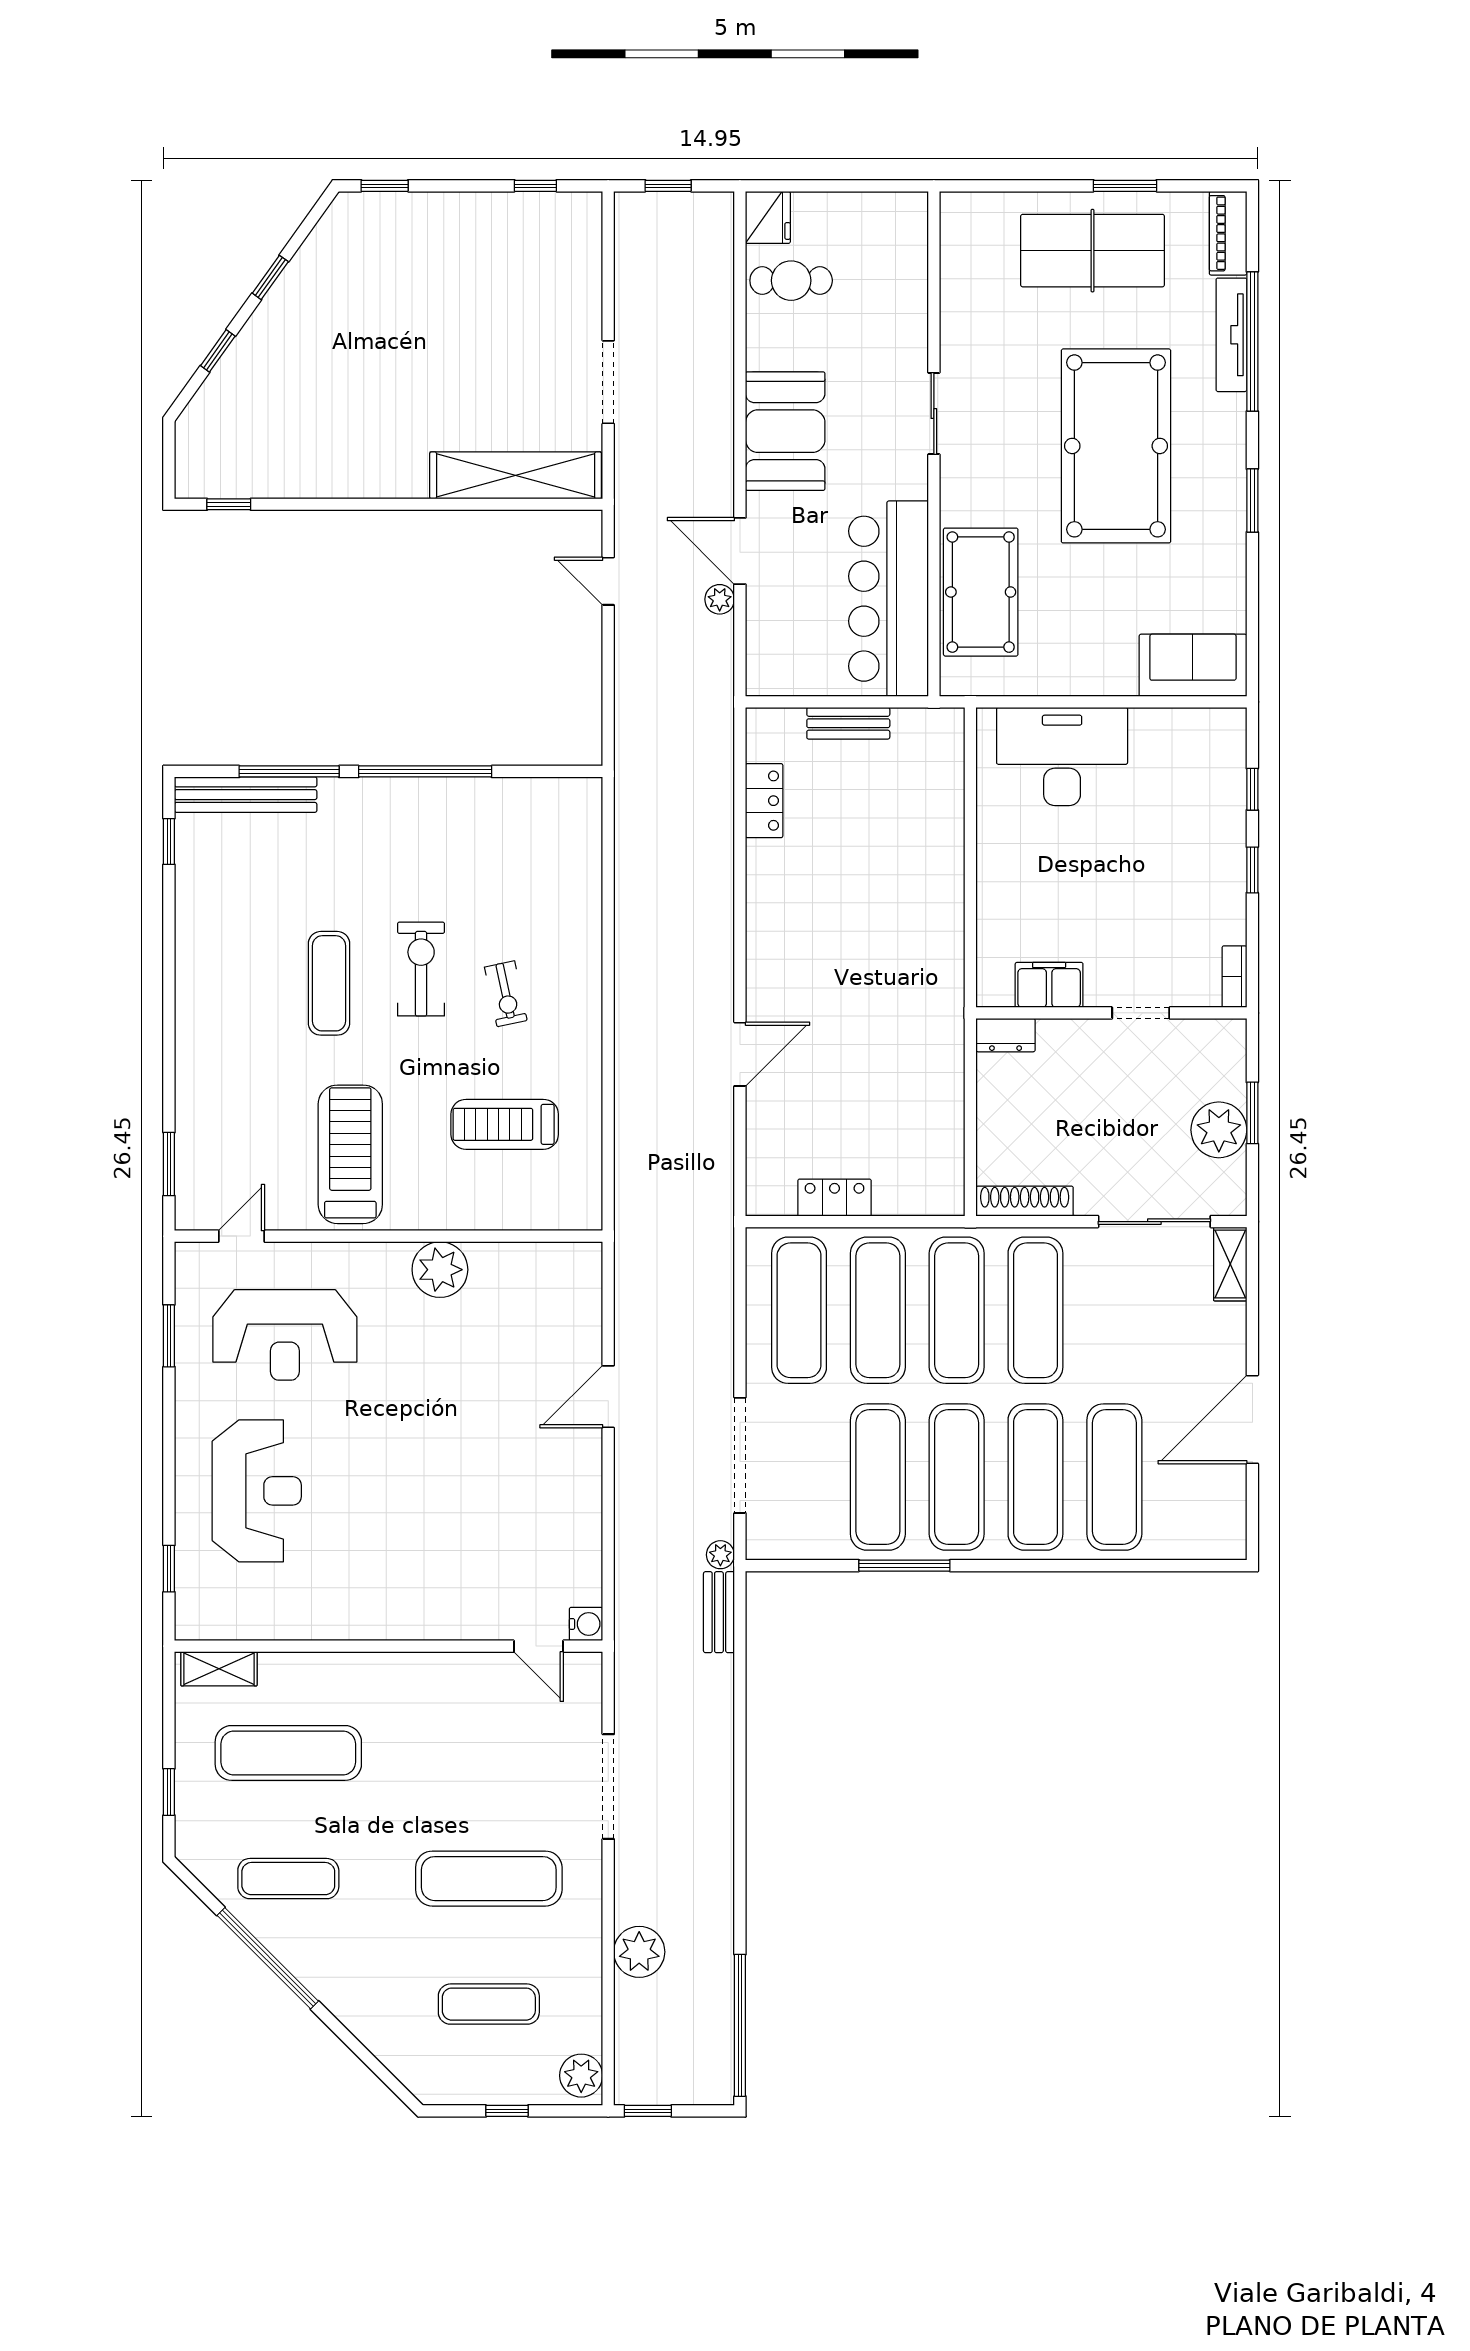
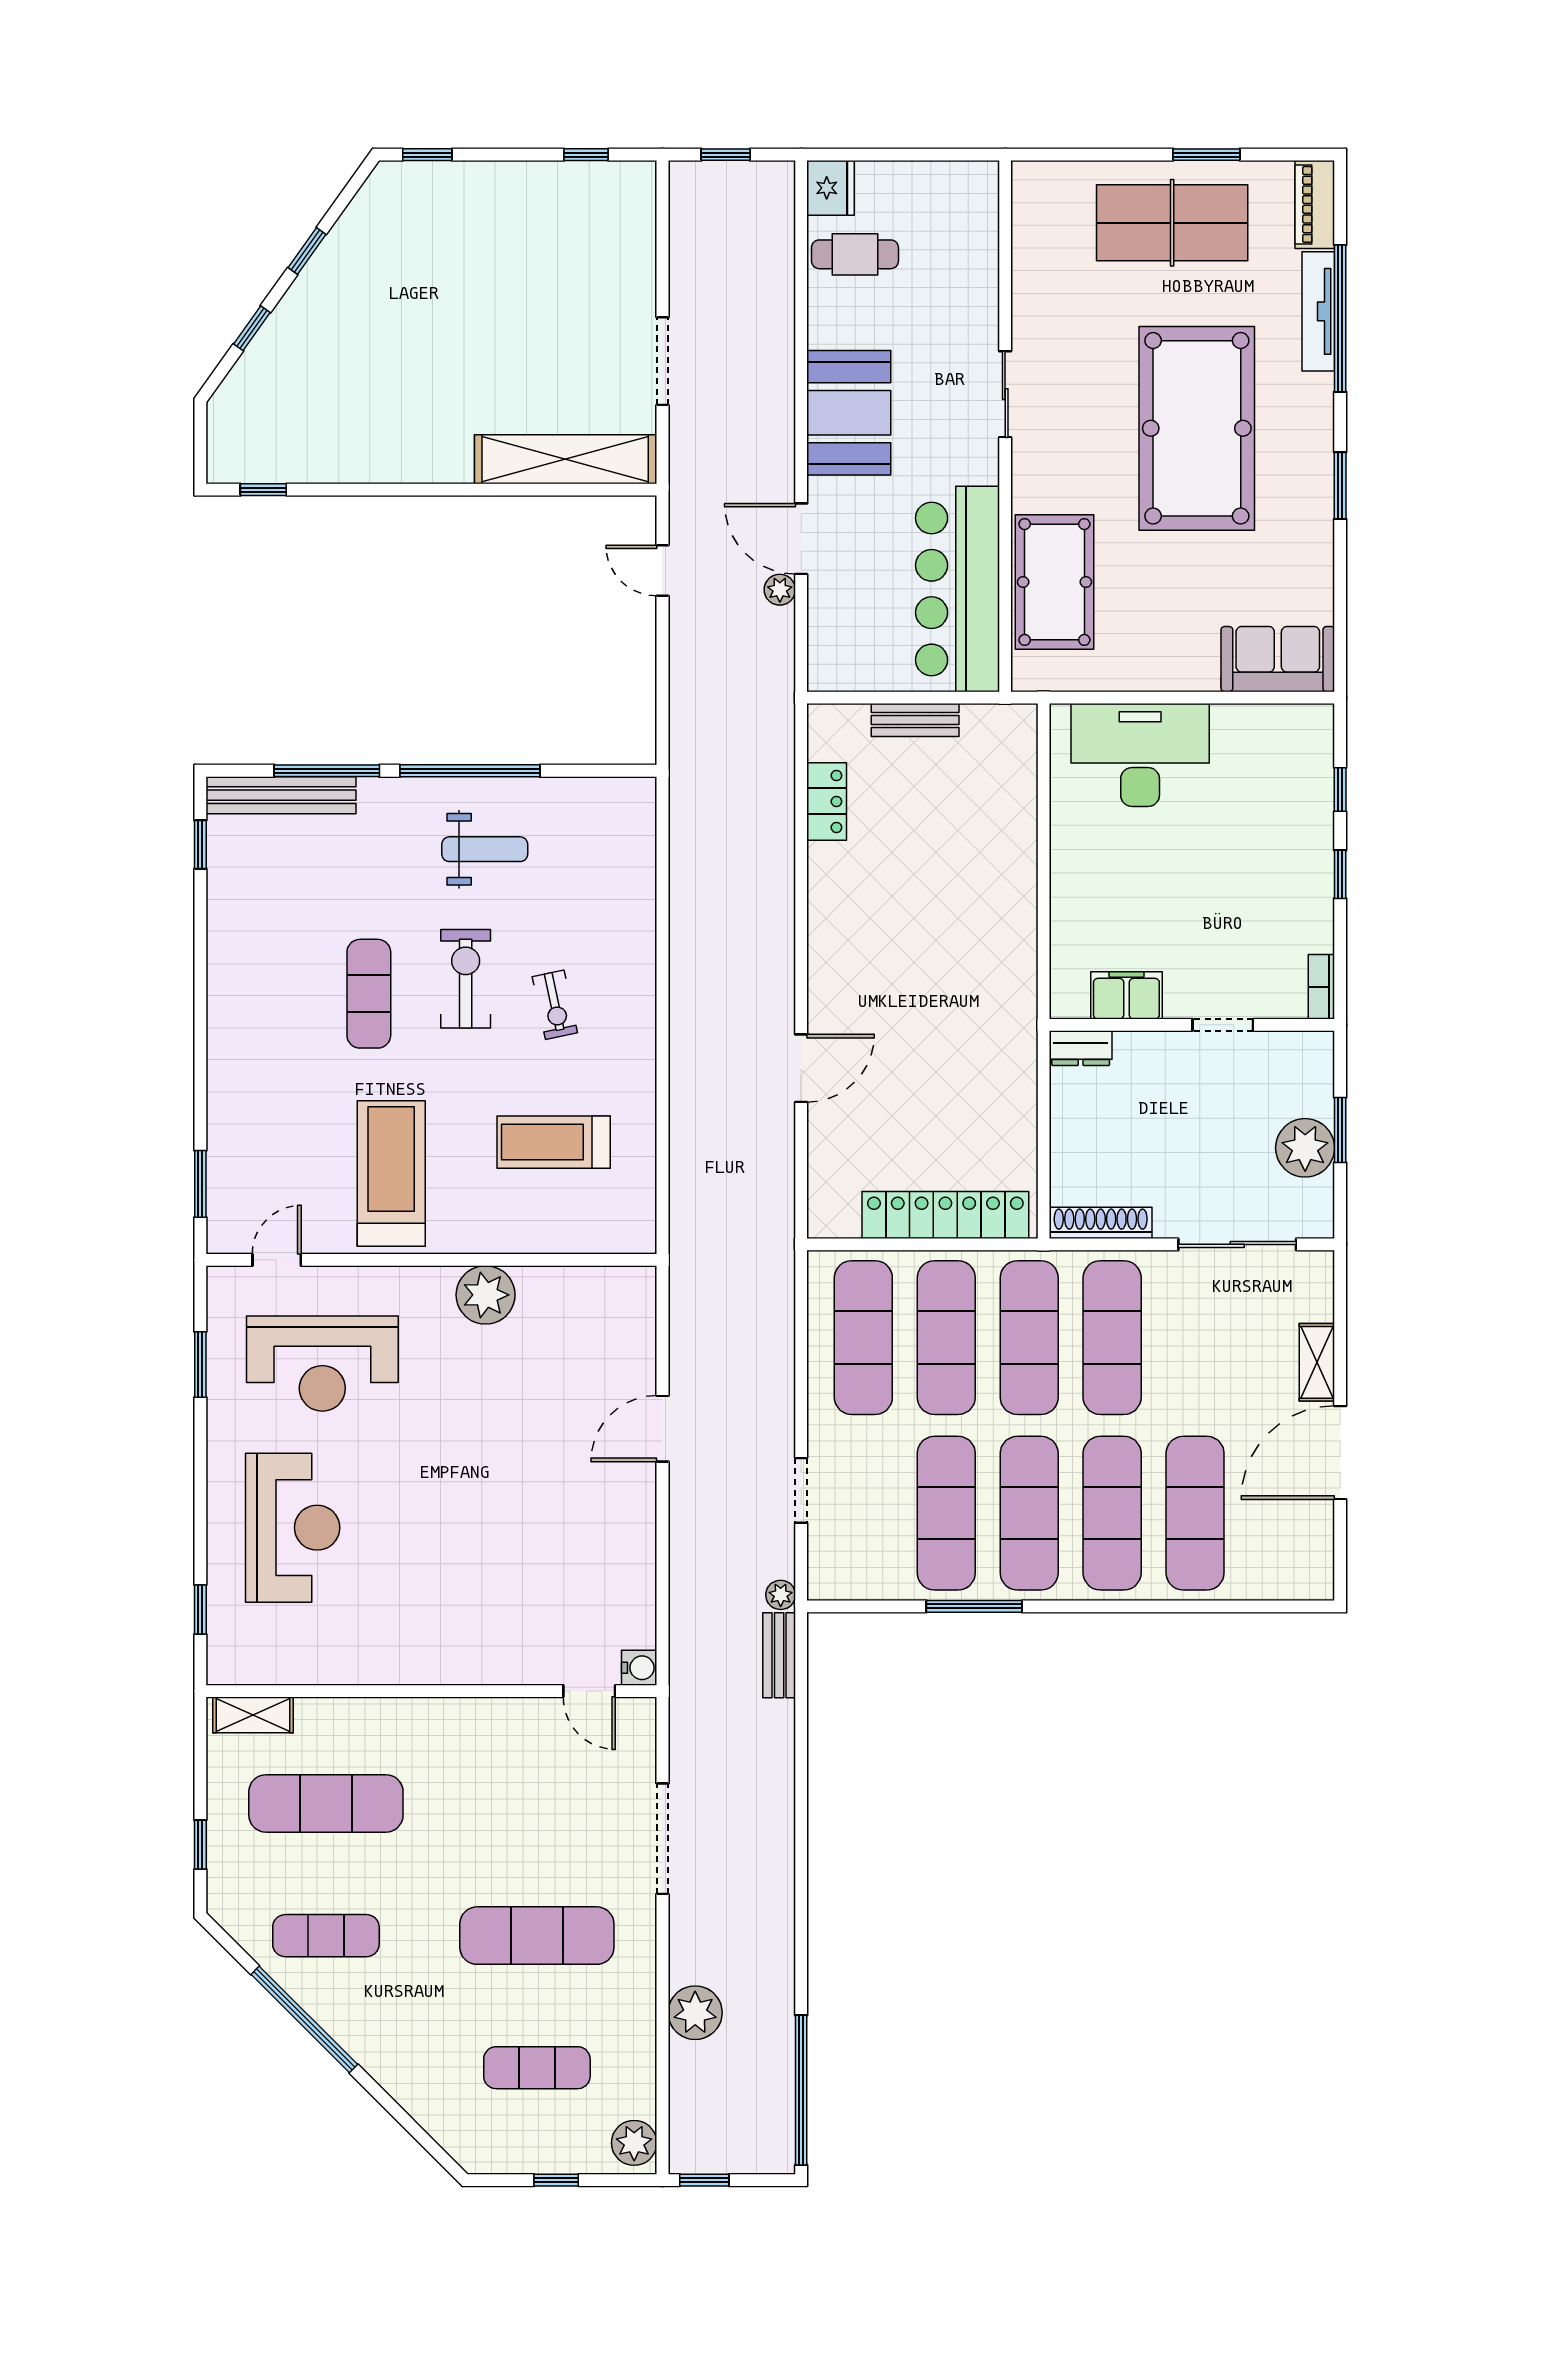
weight bench: (439, 846) -> (485, 849), added
locker: (835, 1198) -> (945, 1215), width x2.16, depth x1.21
shelving: (1230, 1264) -> (1317, 1362), moved
doorway: (740, 1455) -> (801, 1490), width x0.53

